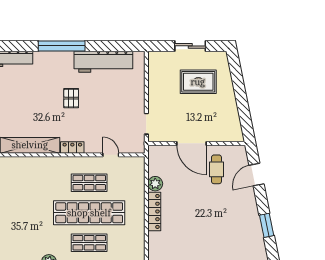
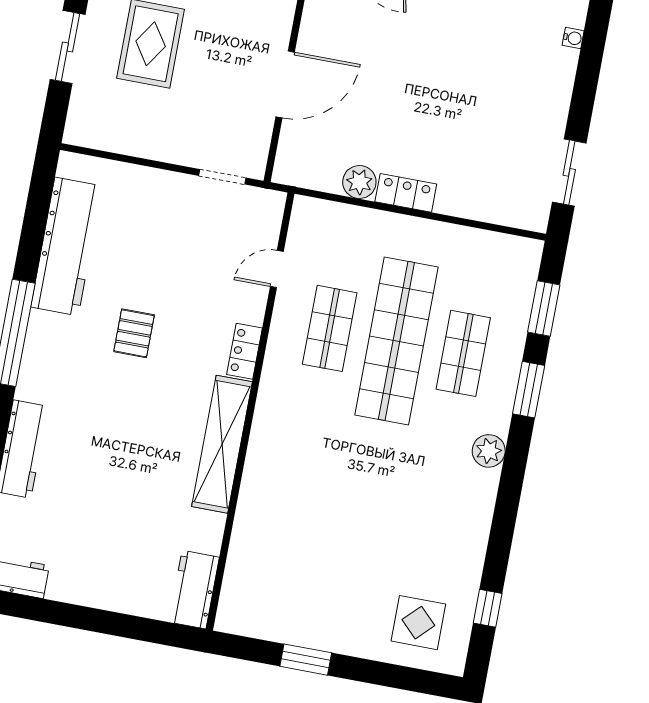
pallet: (71, 98) -> (134, 333), turned 90
cafe table: (216, 169) -> (353, 40), removed
locker: (154, 211) -> (406, 193), width x0.66

